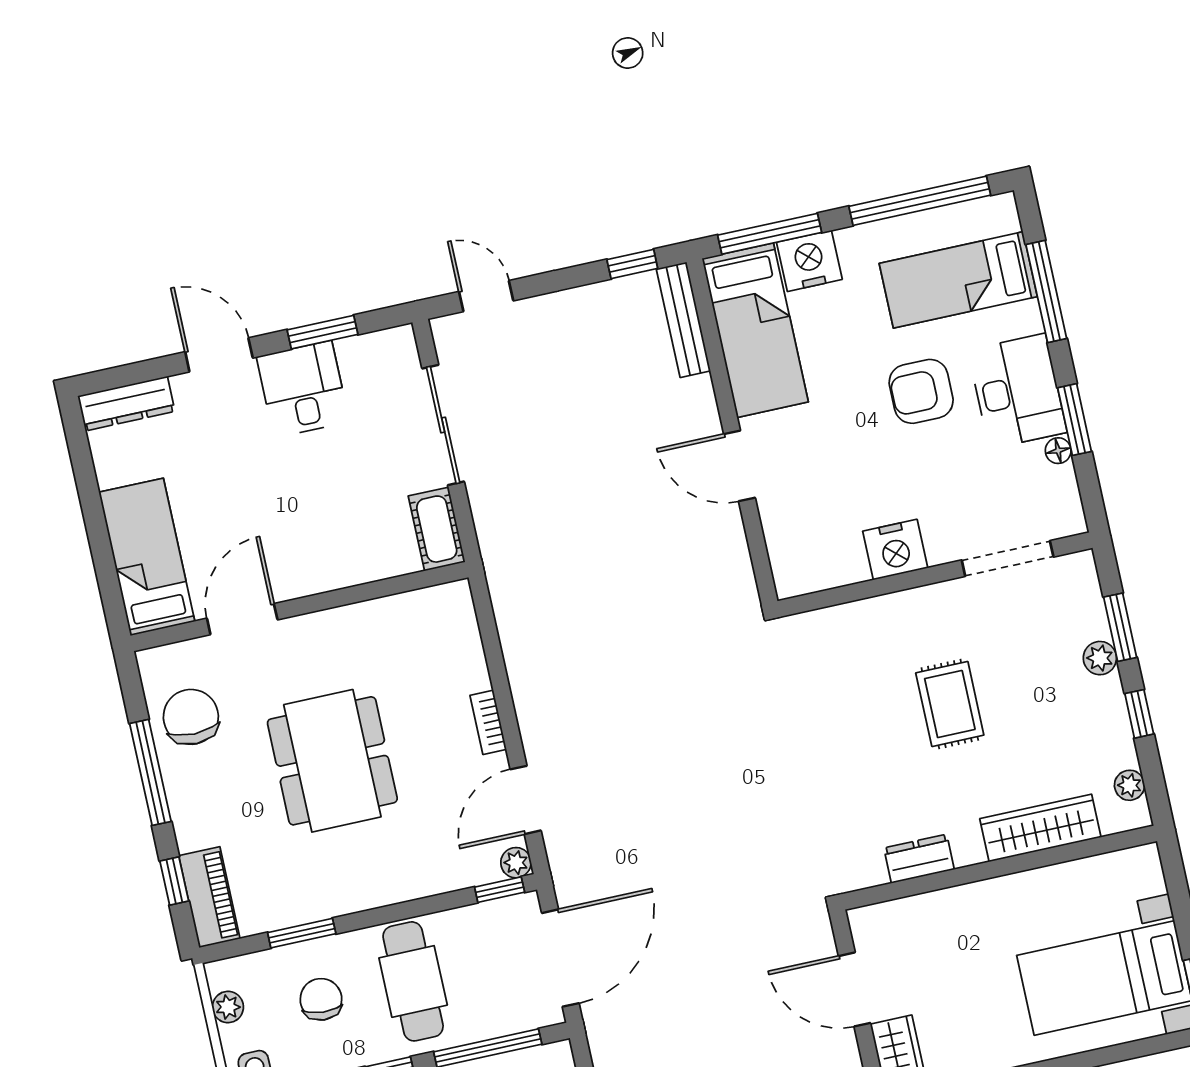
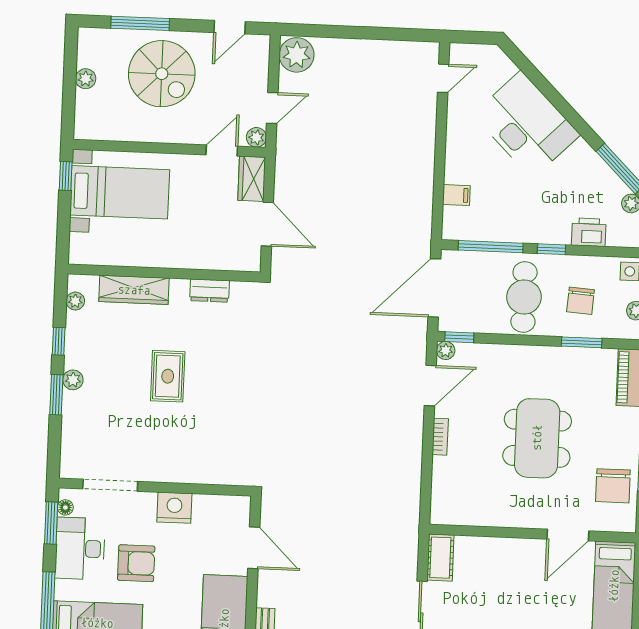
nightstand: (895, 550) -> (174, 508), moved
doorway: (1008, 559) -> (110, 485), moved
wall: (935, 575) -> (155, 487), moved

